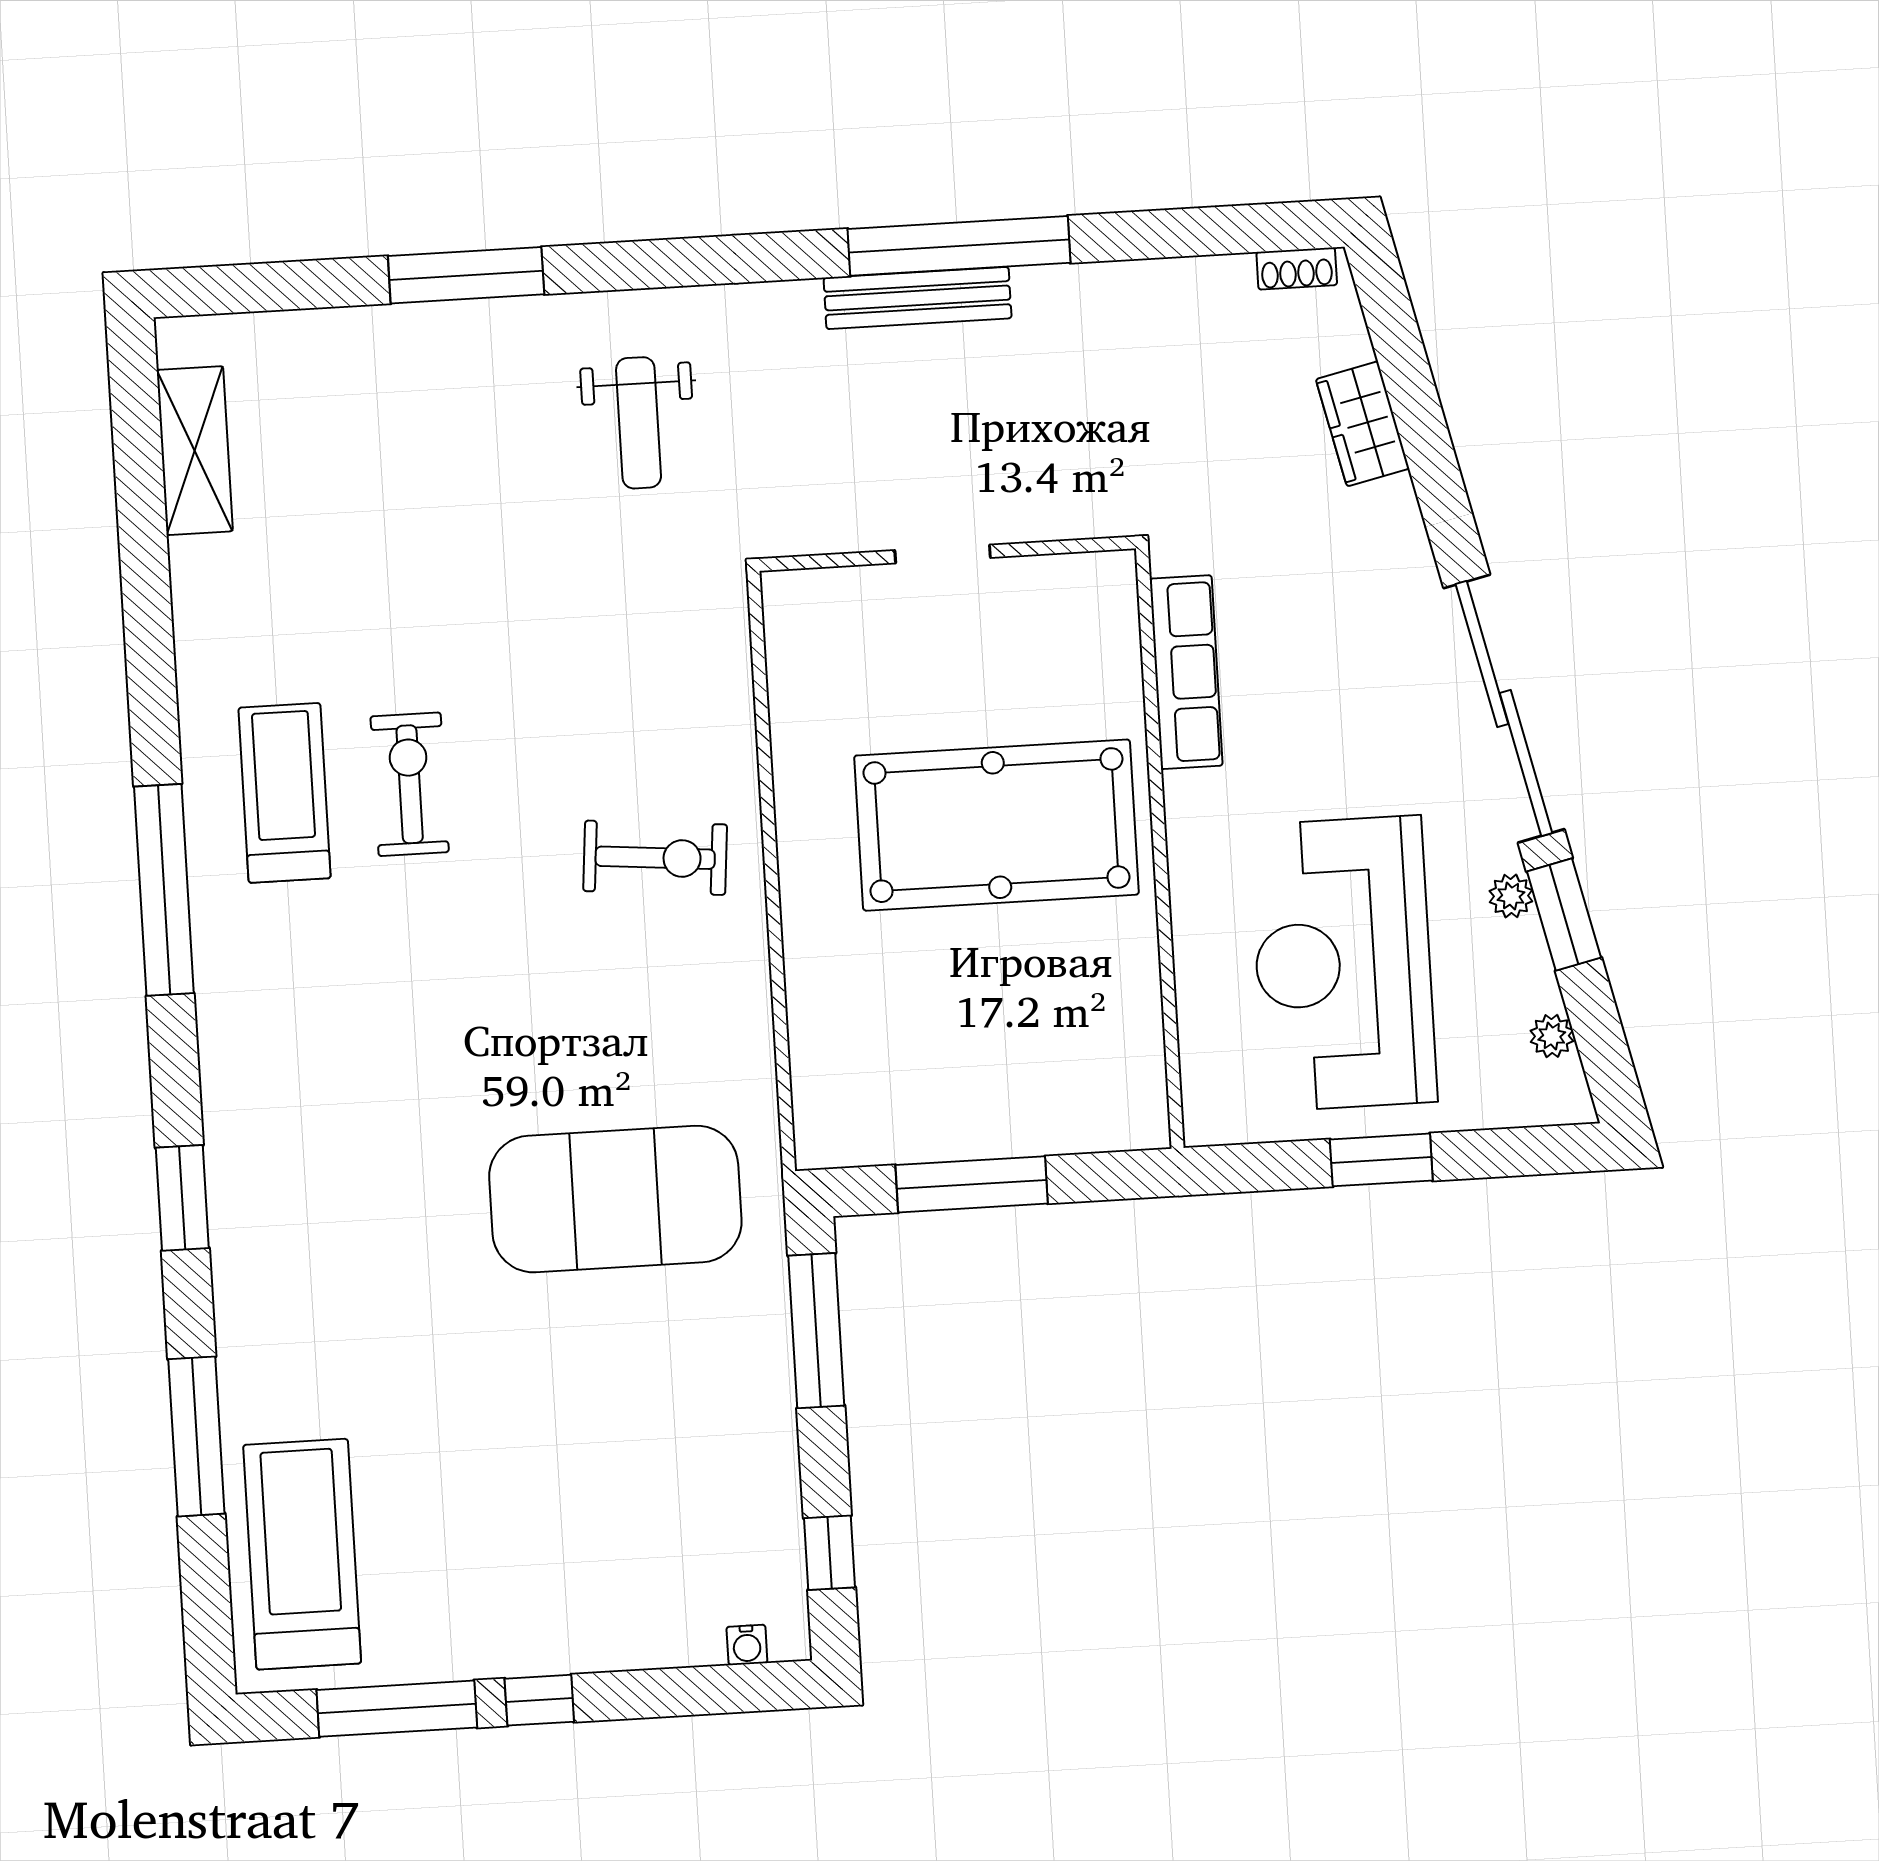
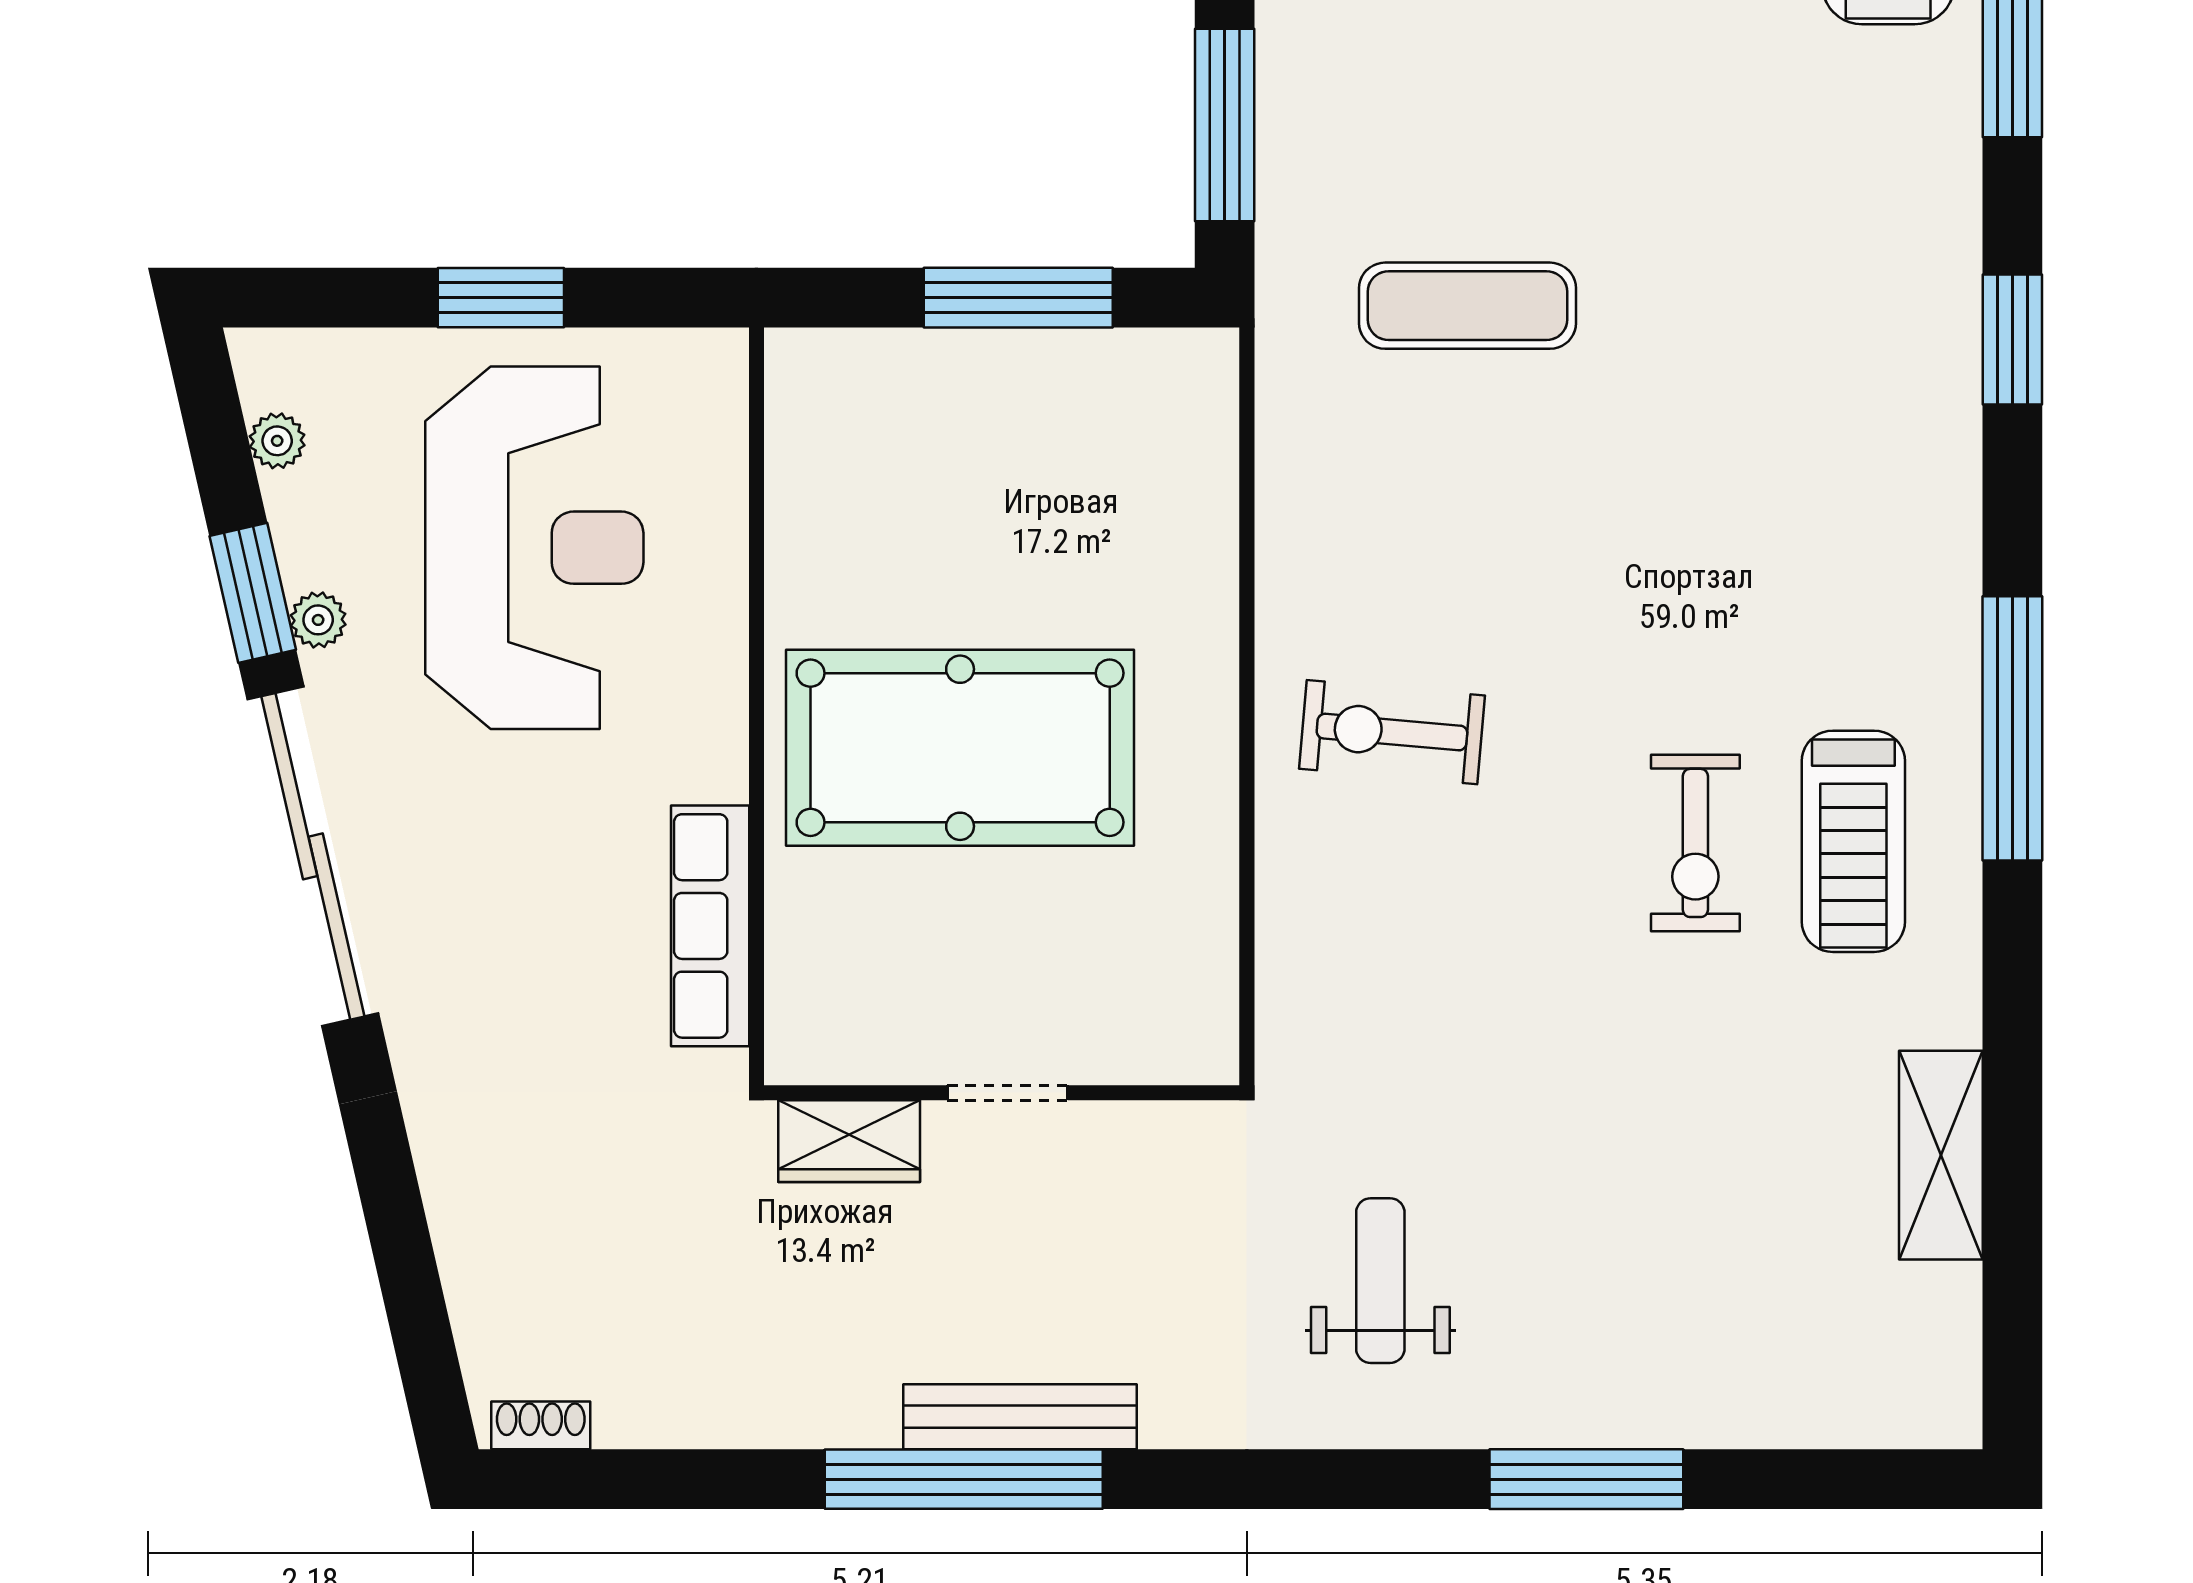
wardrobe: (1363, 424) -> (849, 1141), moved, turned 103
shelving: (195, 451) -> (1941, 1155), moved
exercise mat: (615, 1199) -> (1468, 306), width x0.50, depth x0.69

